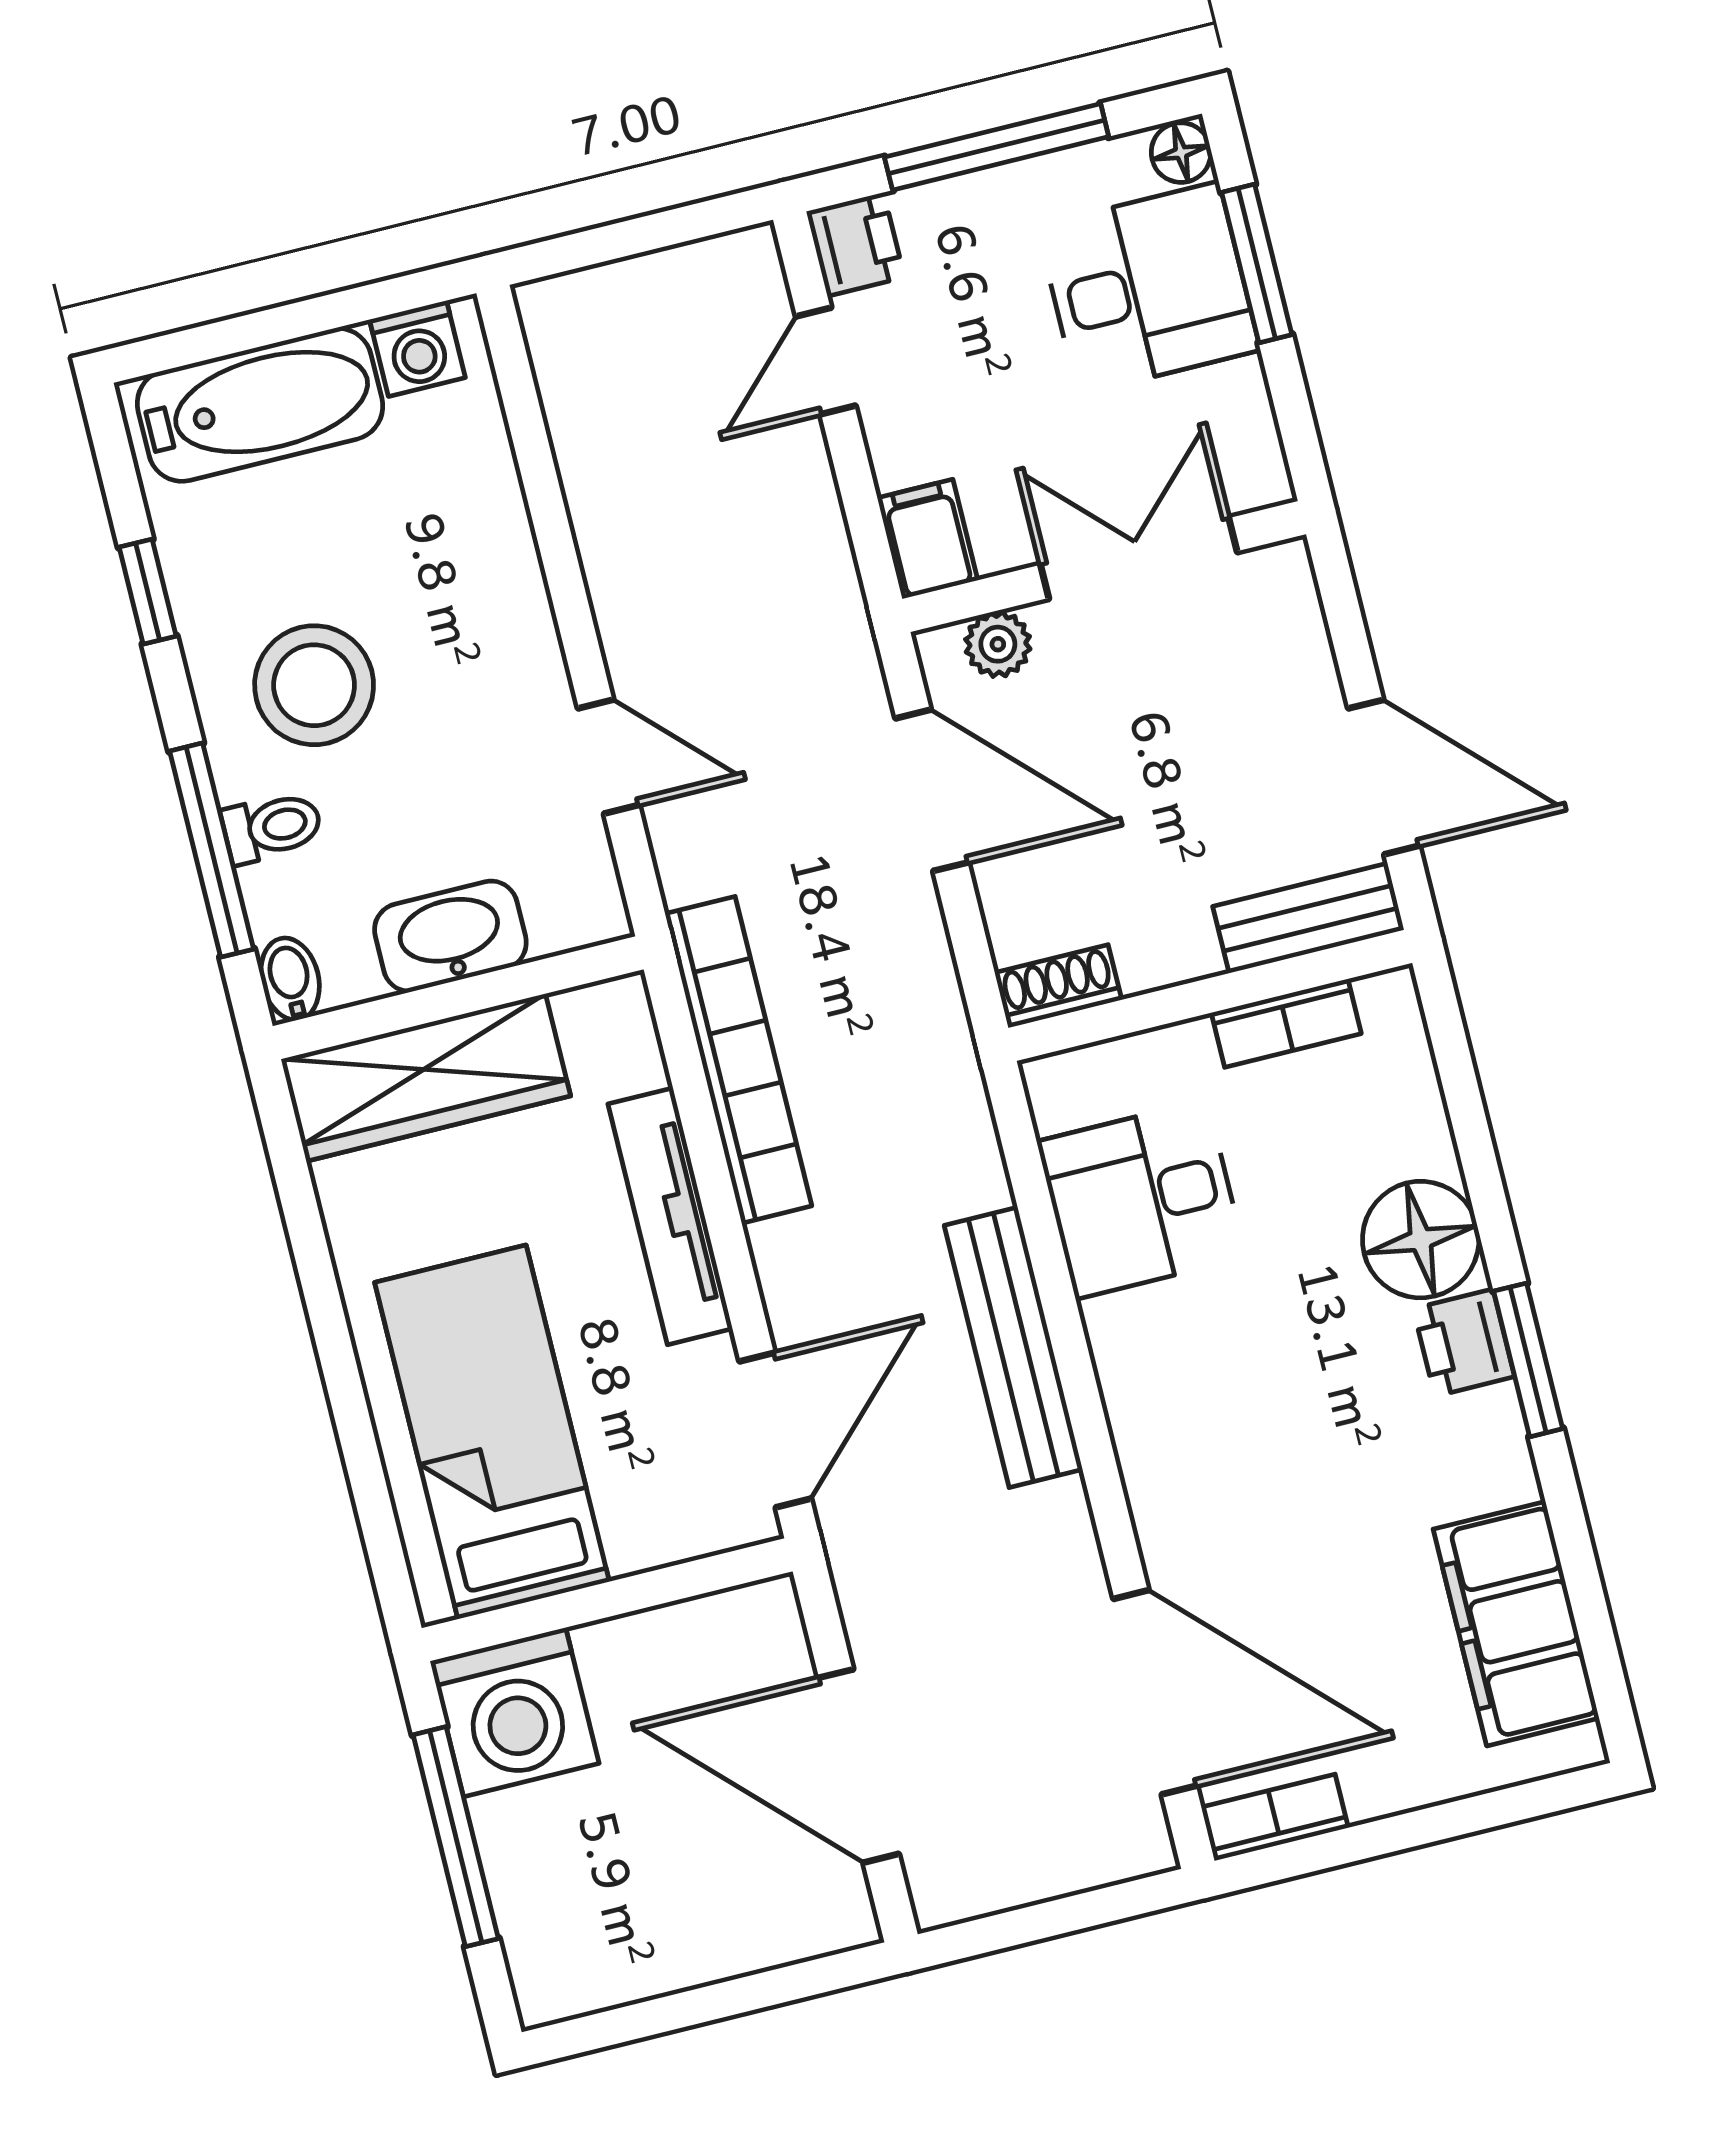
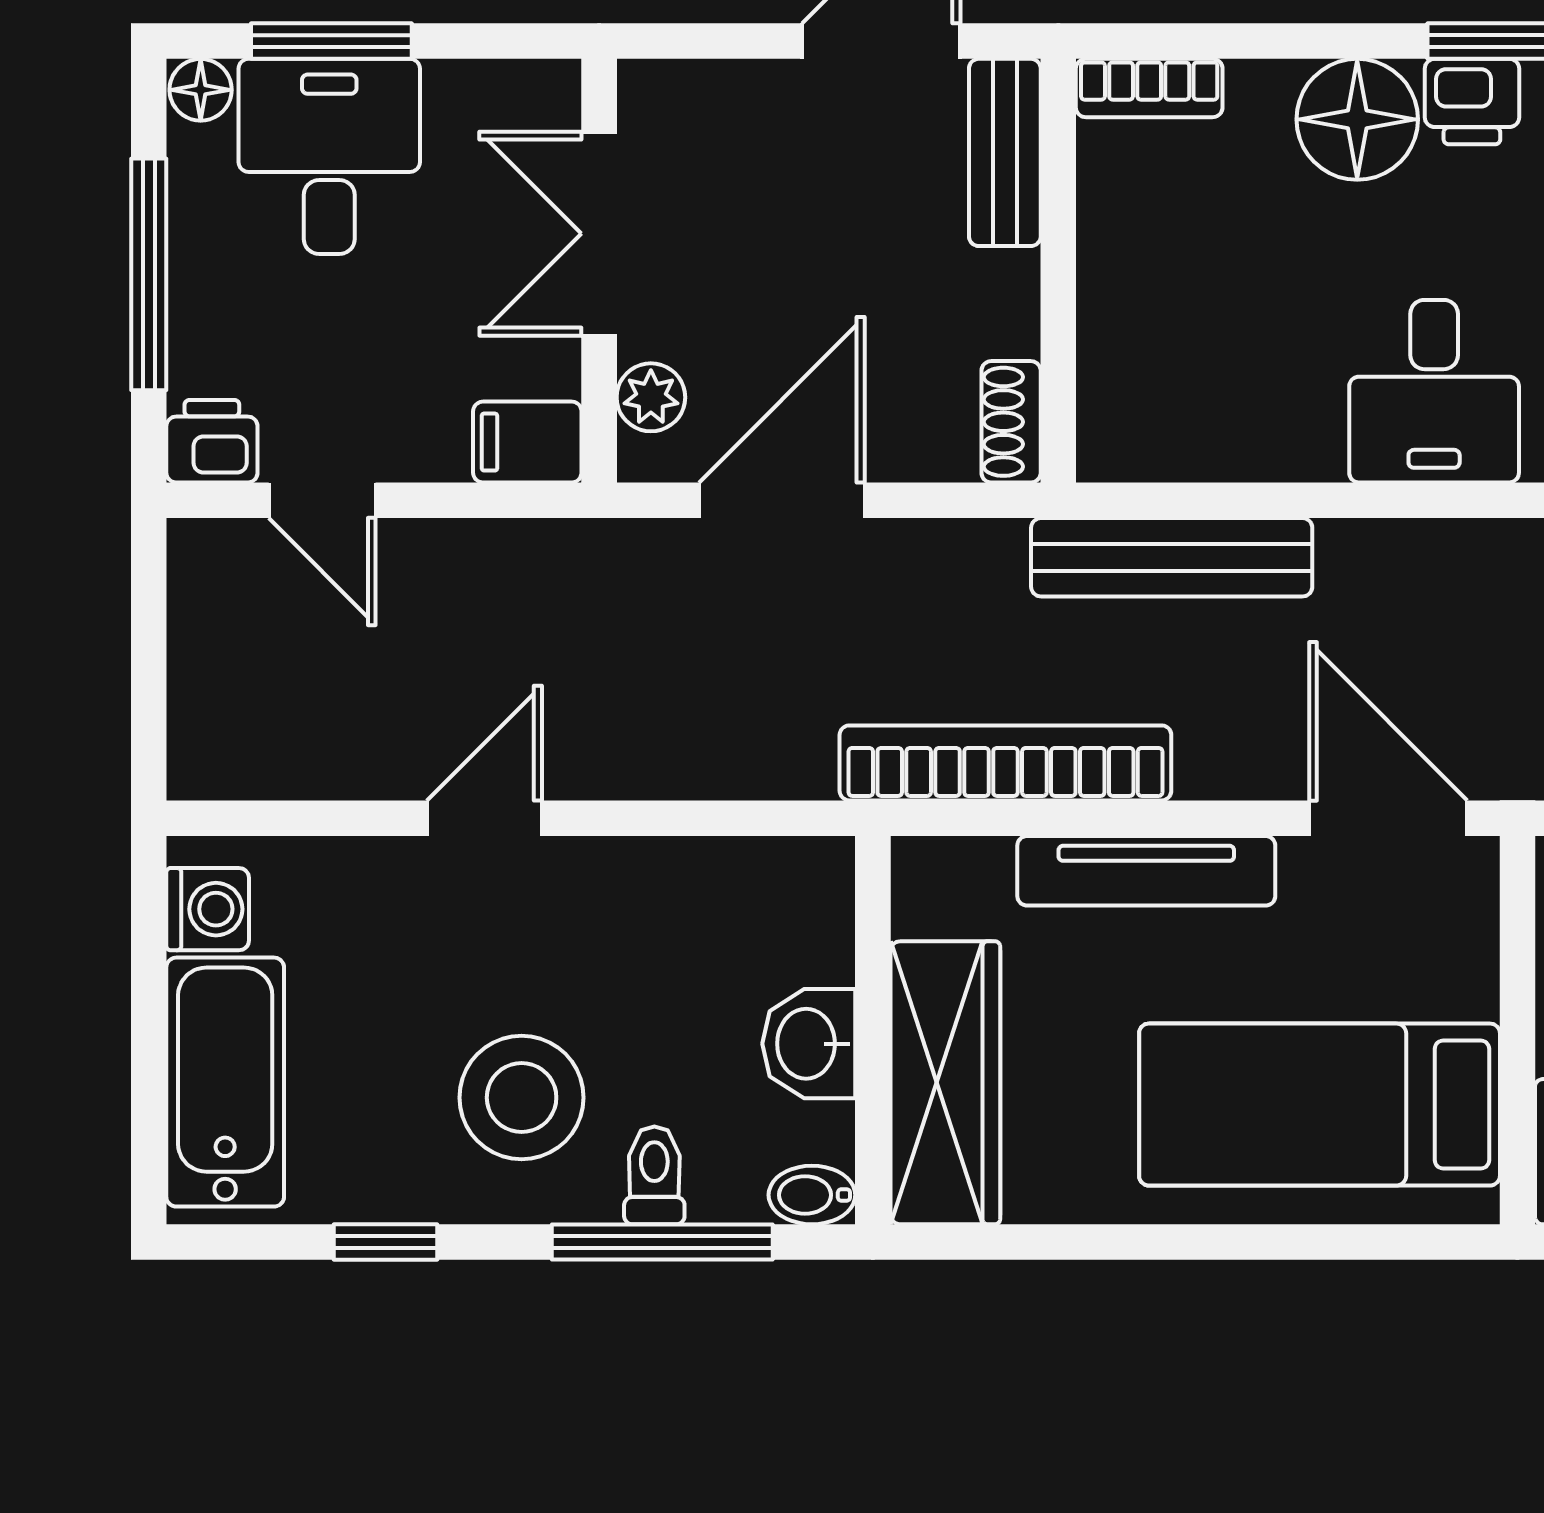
door: (609, 757) -> (484, 818), moved
washbasin: (450, 936) -> (809, 1044), width x0.72
bookcase: (1286, 1023) -> (1149, 88), moved, turned 90
desk: (1141, 1199) -> (1434, 391), moved
bench: (1013, 1347) -> (1172, 557), moved

